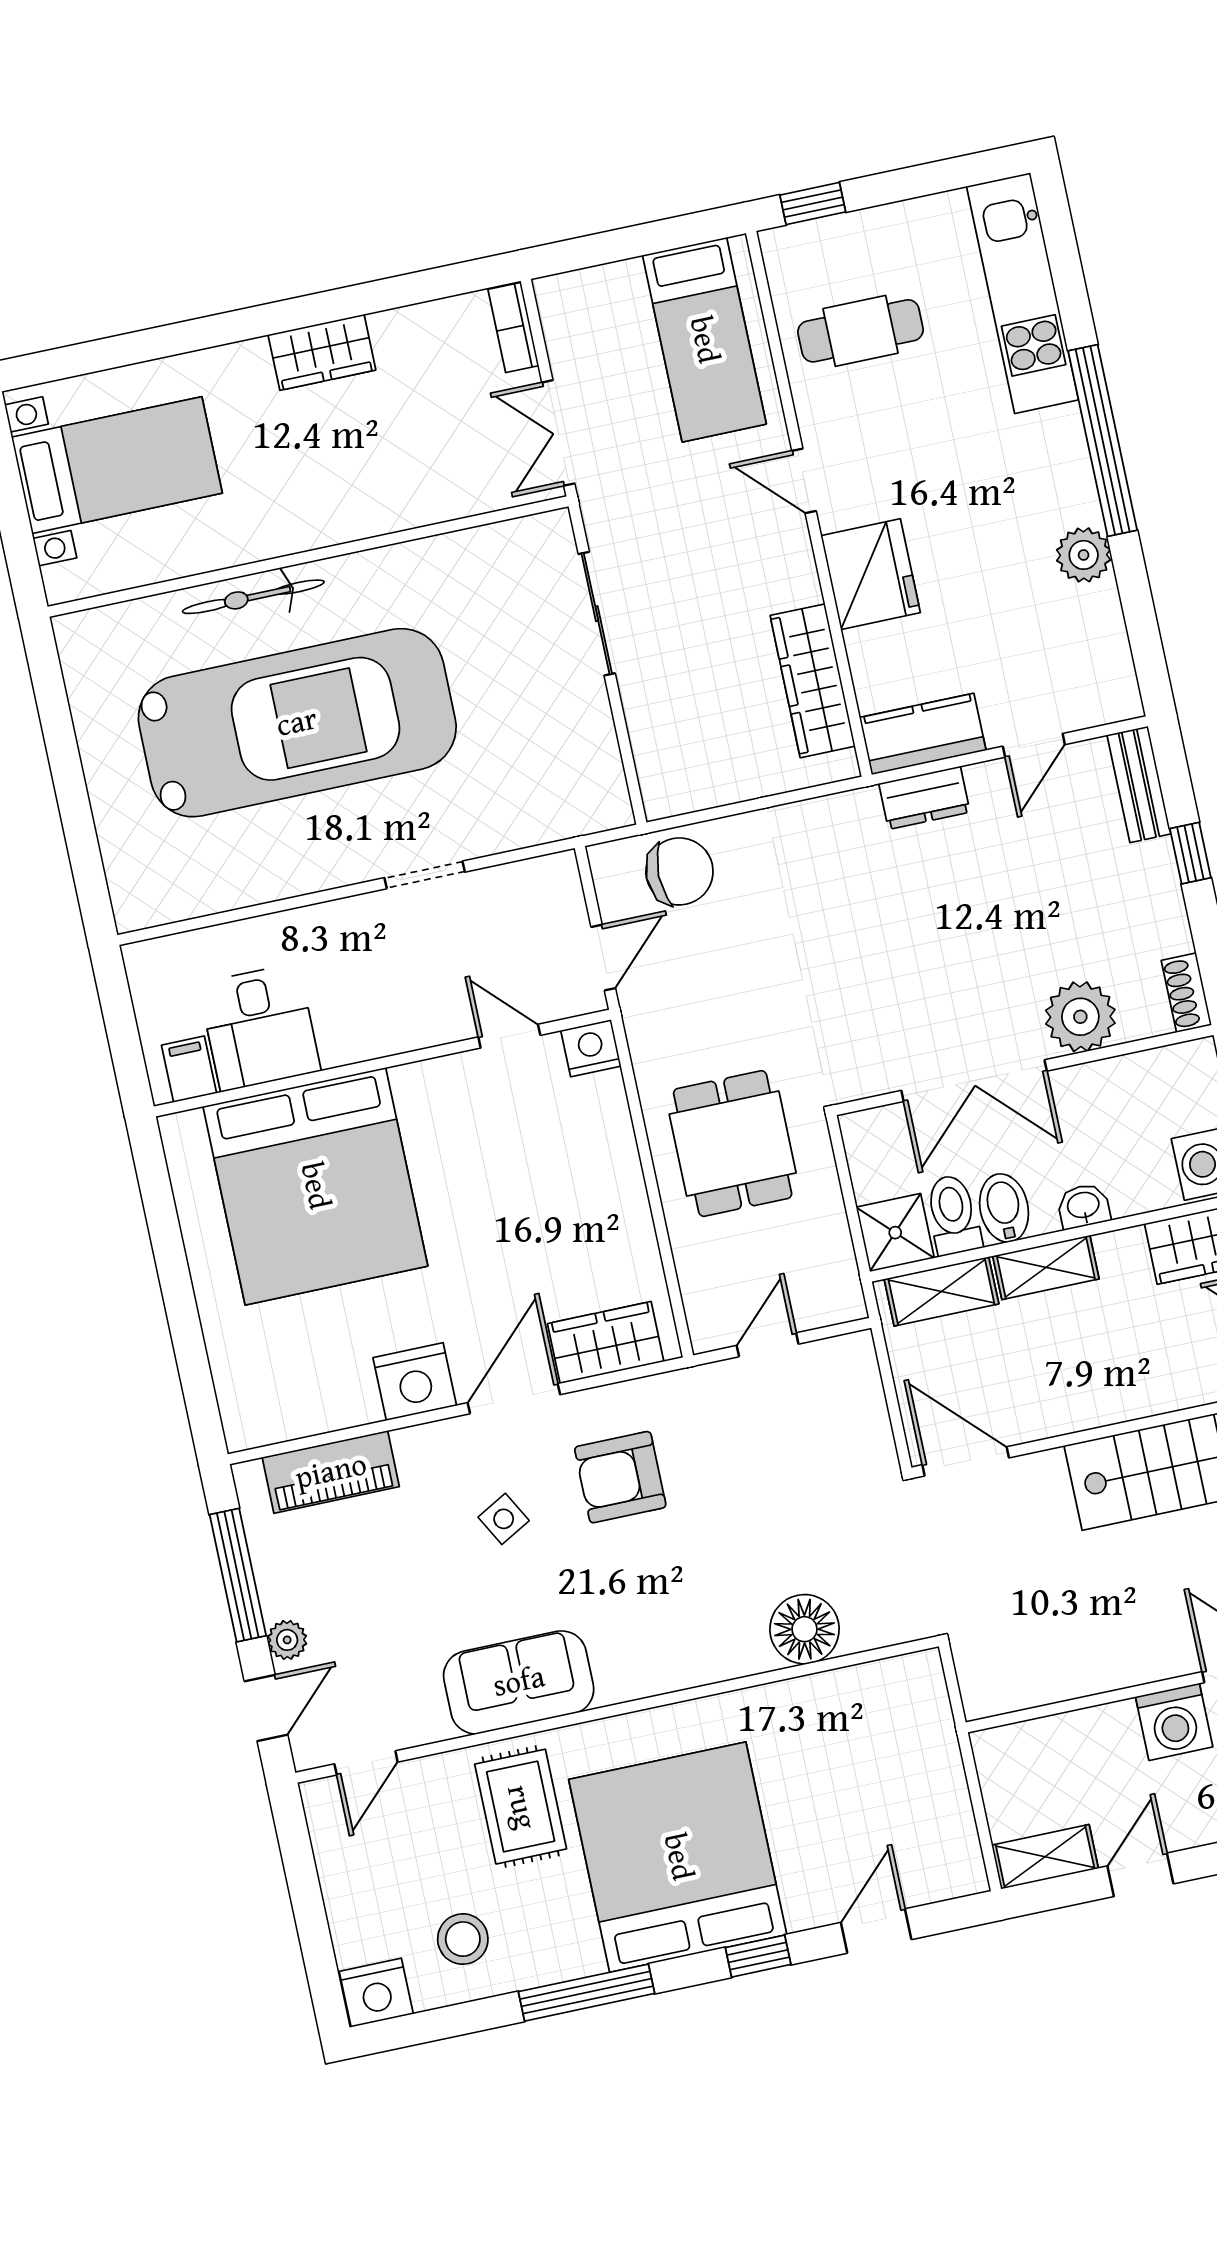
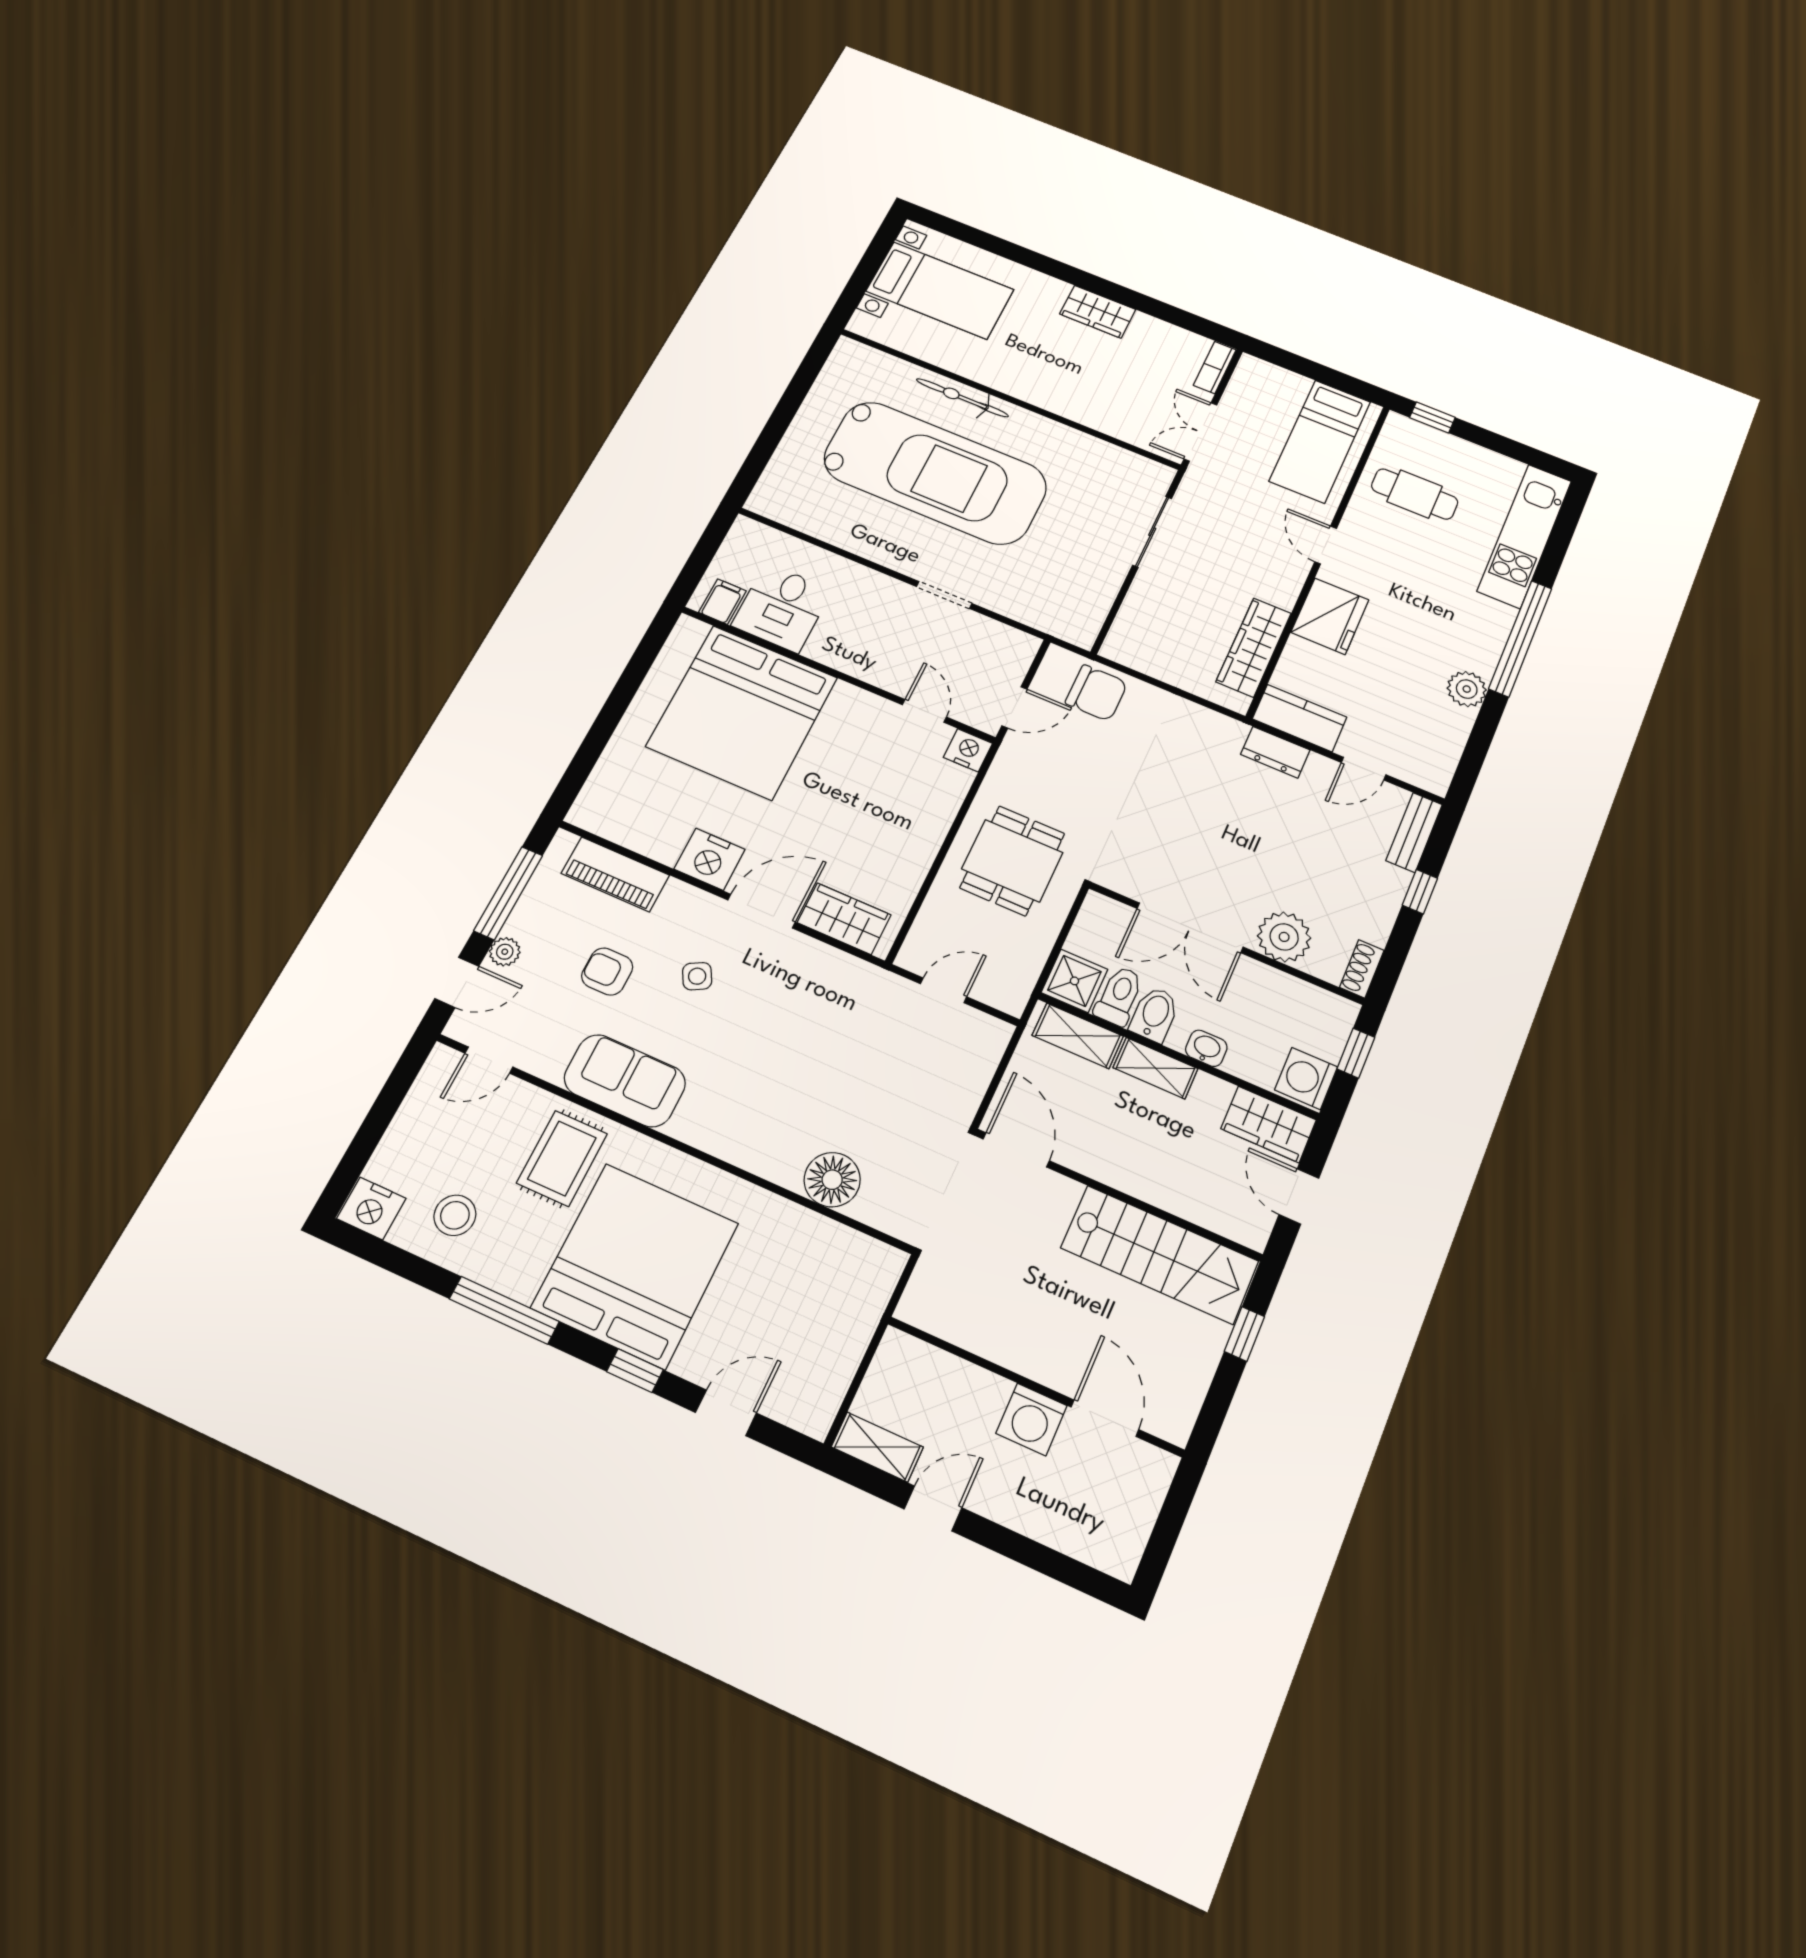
armchair: (620, 1477) -> (607, 972), moved, width x0.72, depth x0.72

